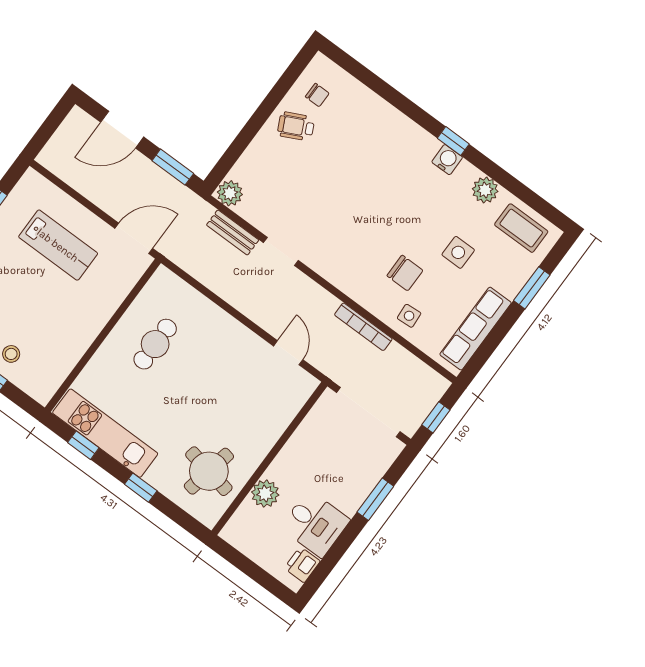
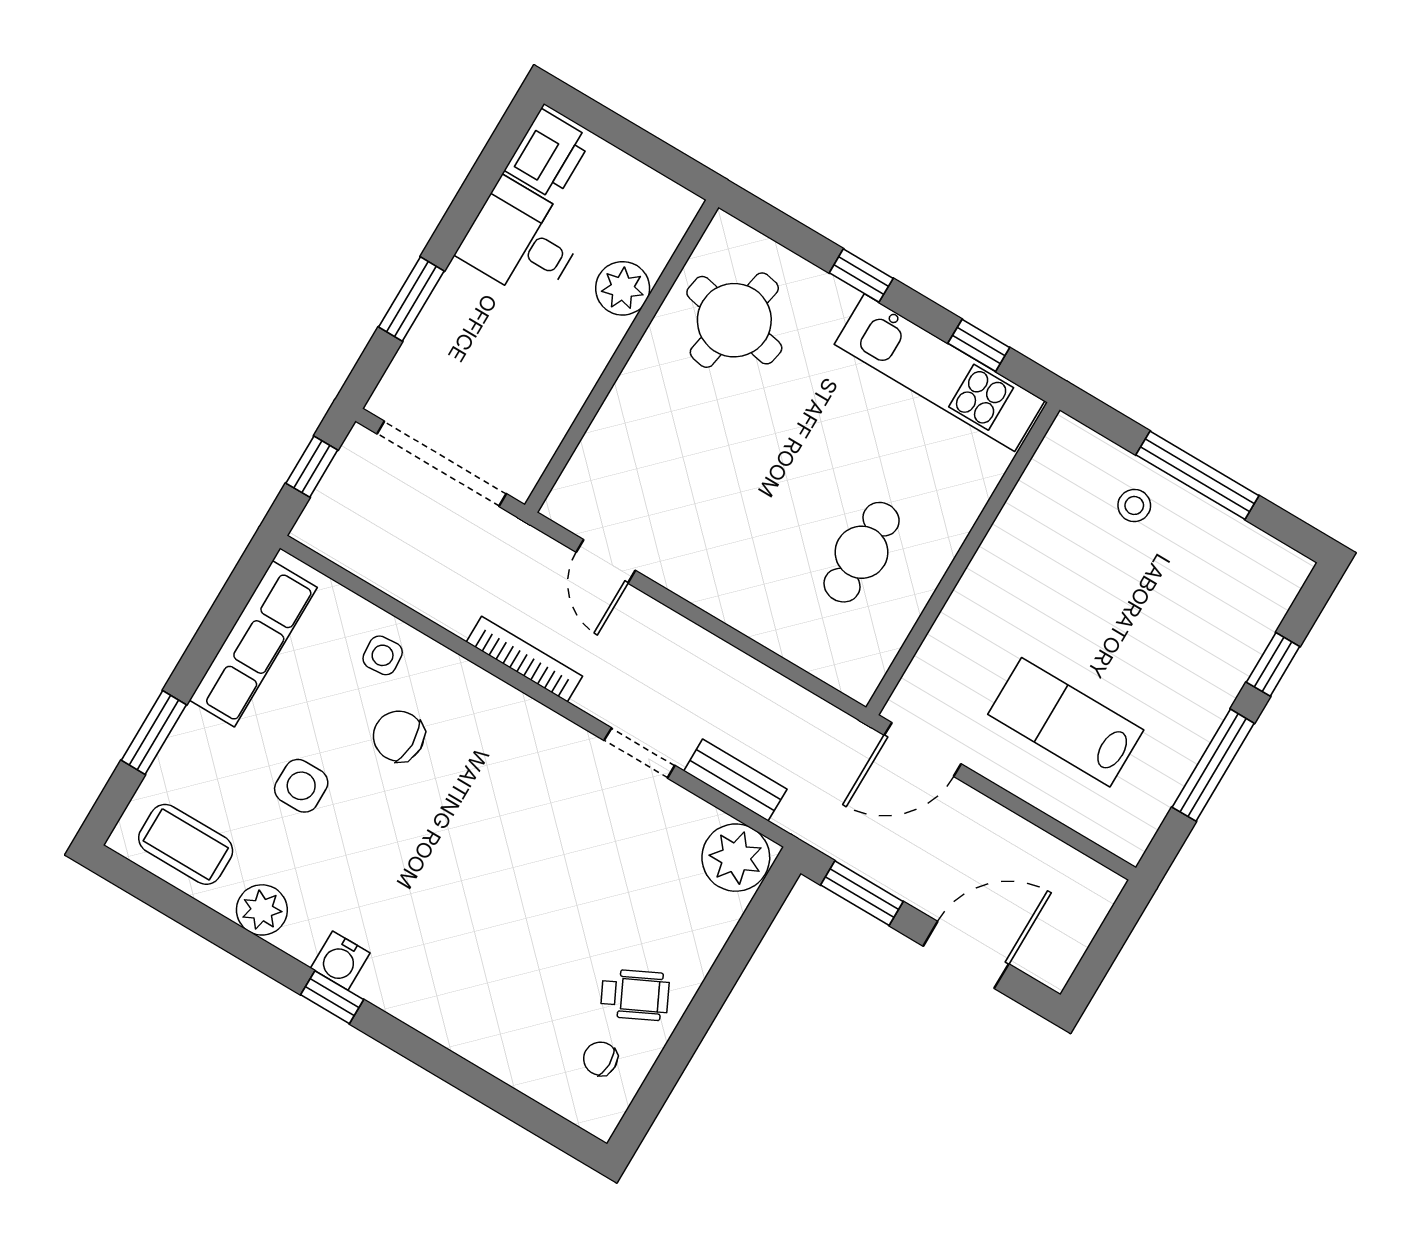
plant: (230, 193) -> (736, 858), width x1.36, depth x1.36
bookcase: (363, 327) -> (524, 659), moved
printer: (302, 565) -> (548, 155), width x1.36, depth x1.24

